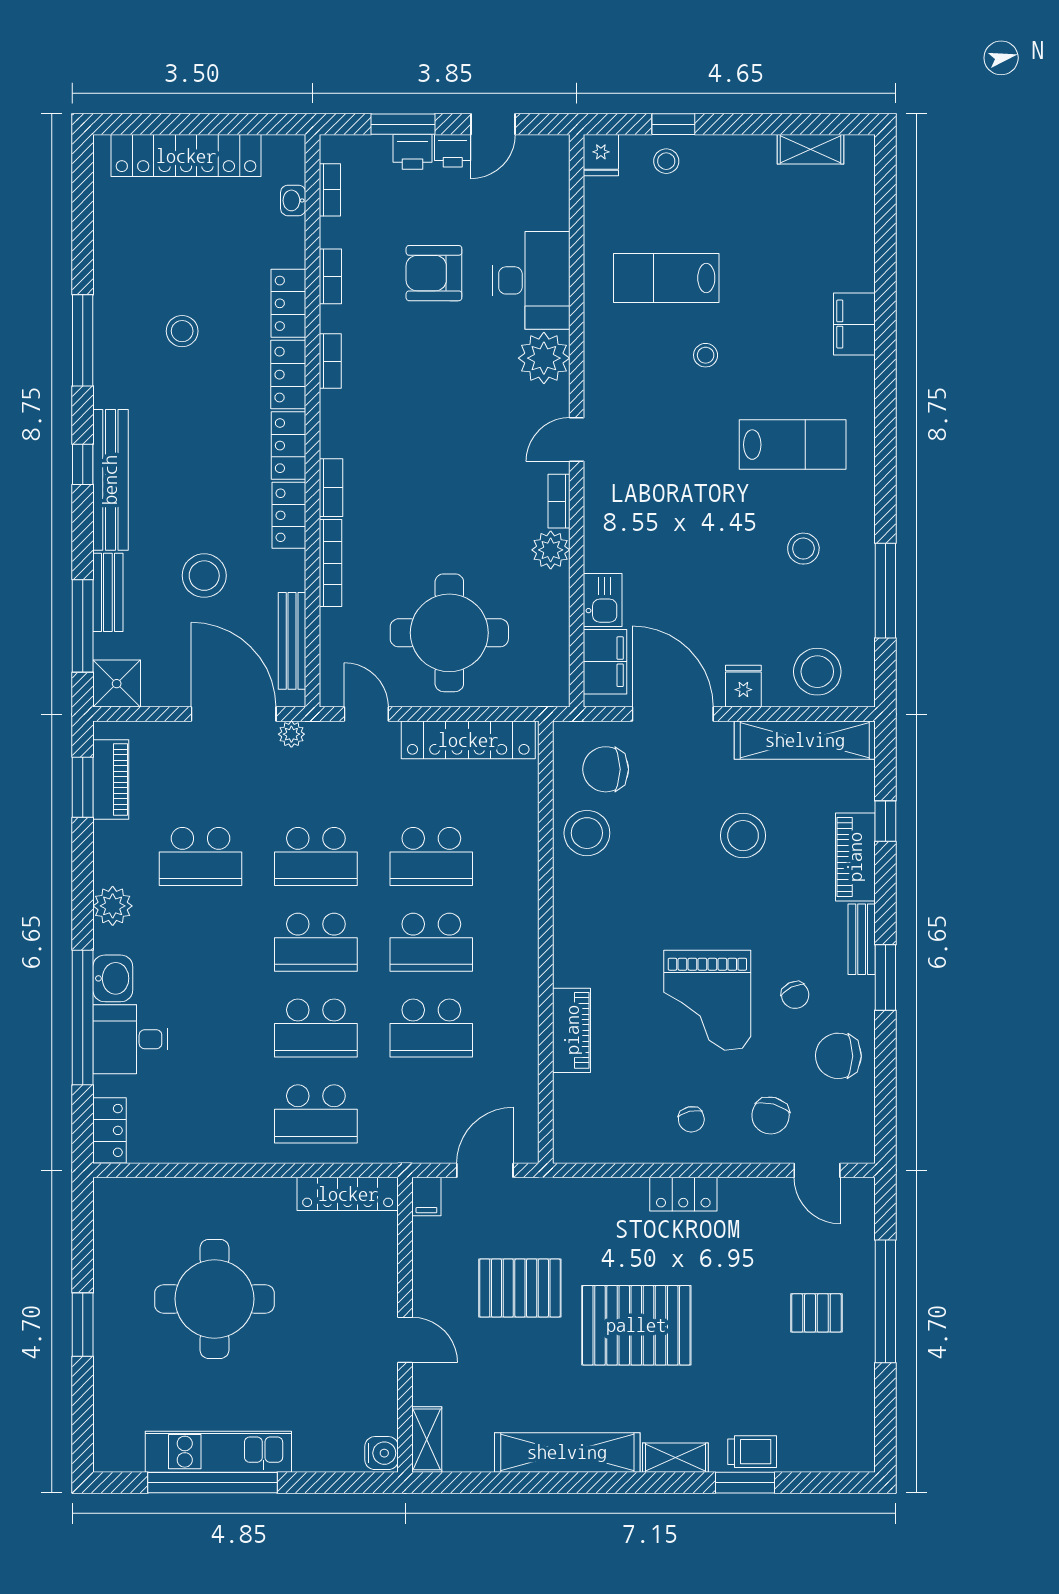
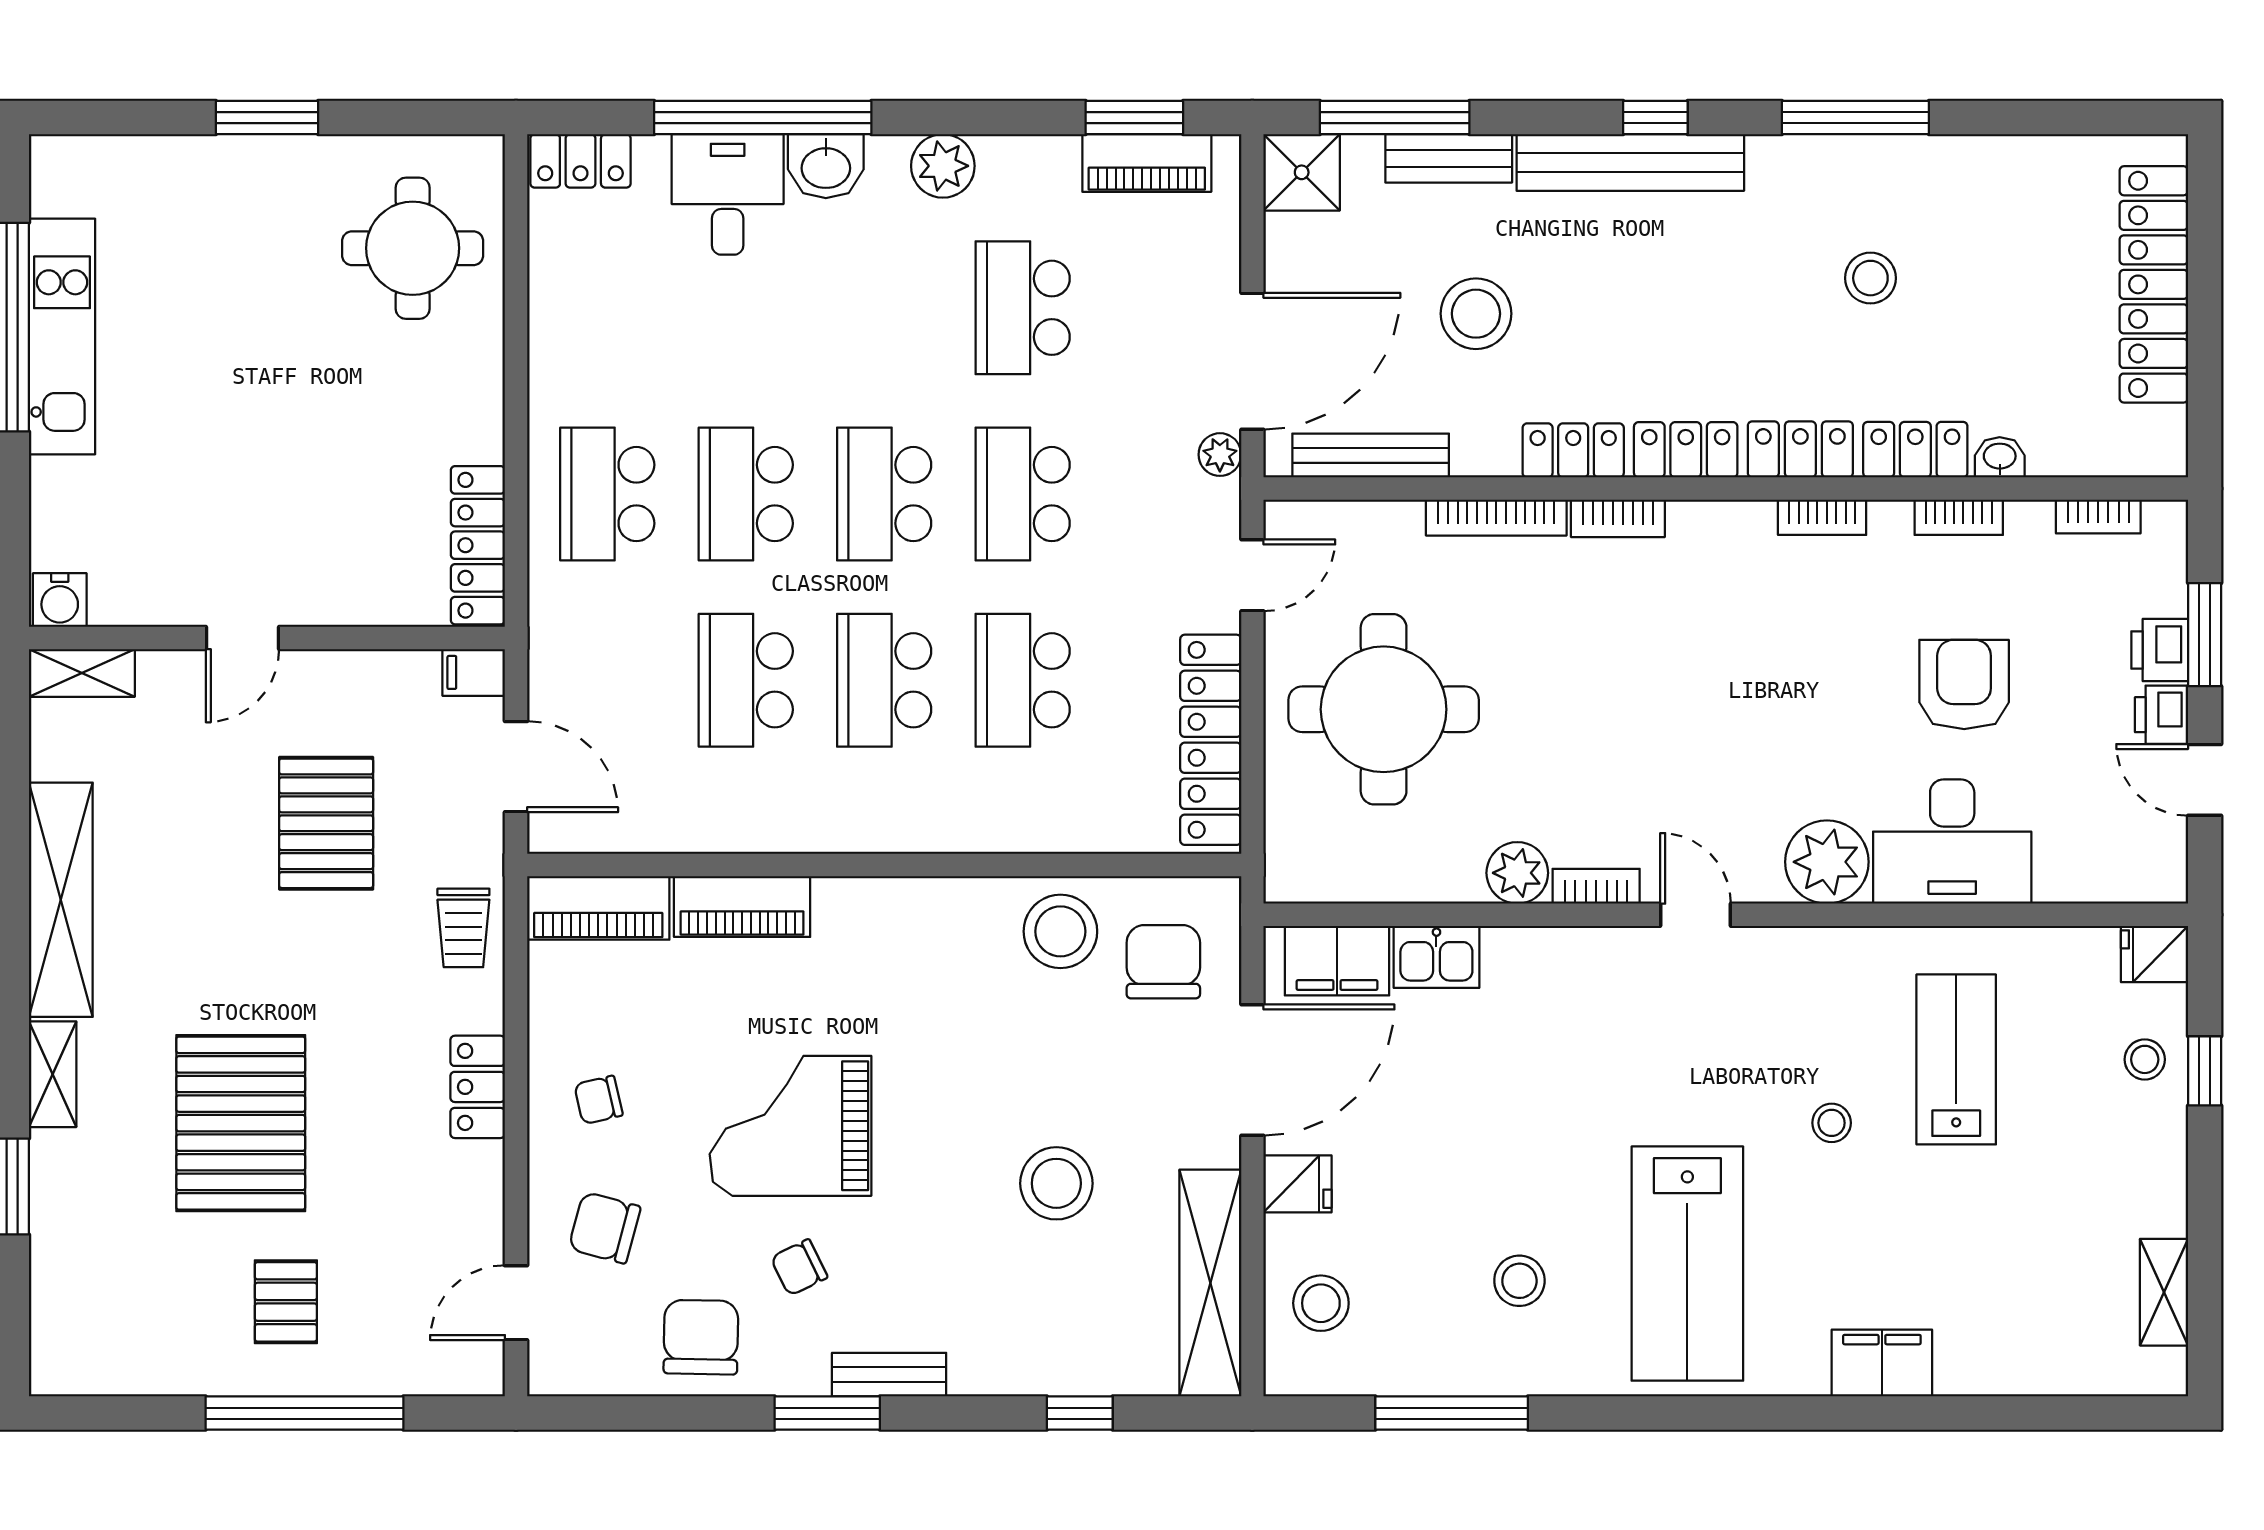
washbasin: (293, 200) -> (2000, 457), moved
lab bench: (793, 445) -> (1687, 1264), width x1.36, depth x1.39
stool: (817, 672) -> (1321, 1303), width x0.73, depth x0.73
piano: (855, 857) -> (598, 908), moved, turned 180
round table: (214, 1299) -> (413, 248), moved, width x0.73, depth x0.73
pallet: (636, 1325) -> (241, 1123), moved
trolley: (752, 1452) -> (463, 928), moved

